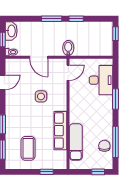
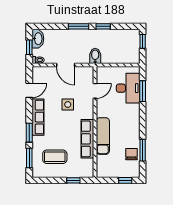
door: (68, 73) -> (95, 91), moved
window: (115, 99) -> (143, 91), moved
row of seats: (11, 109) -> (38, 117), added
exam couch: (76, 142) -> (103, 136), moved
window: (115, 142) -> (143, 150), width x0.69
coffee table: (28, 148) -> (55, 157), turned 90

